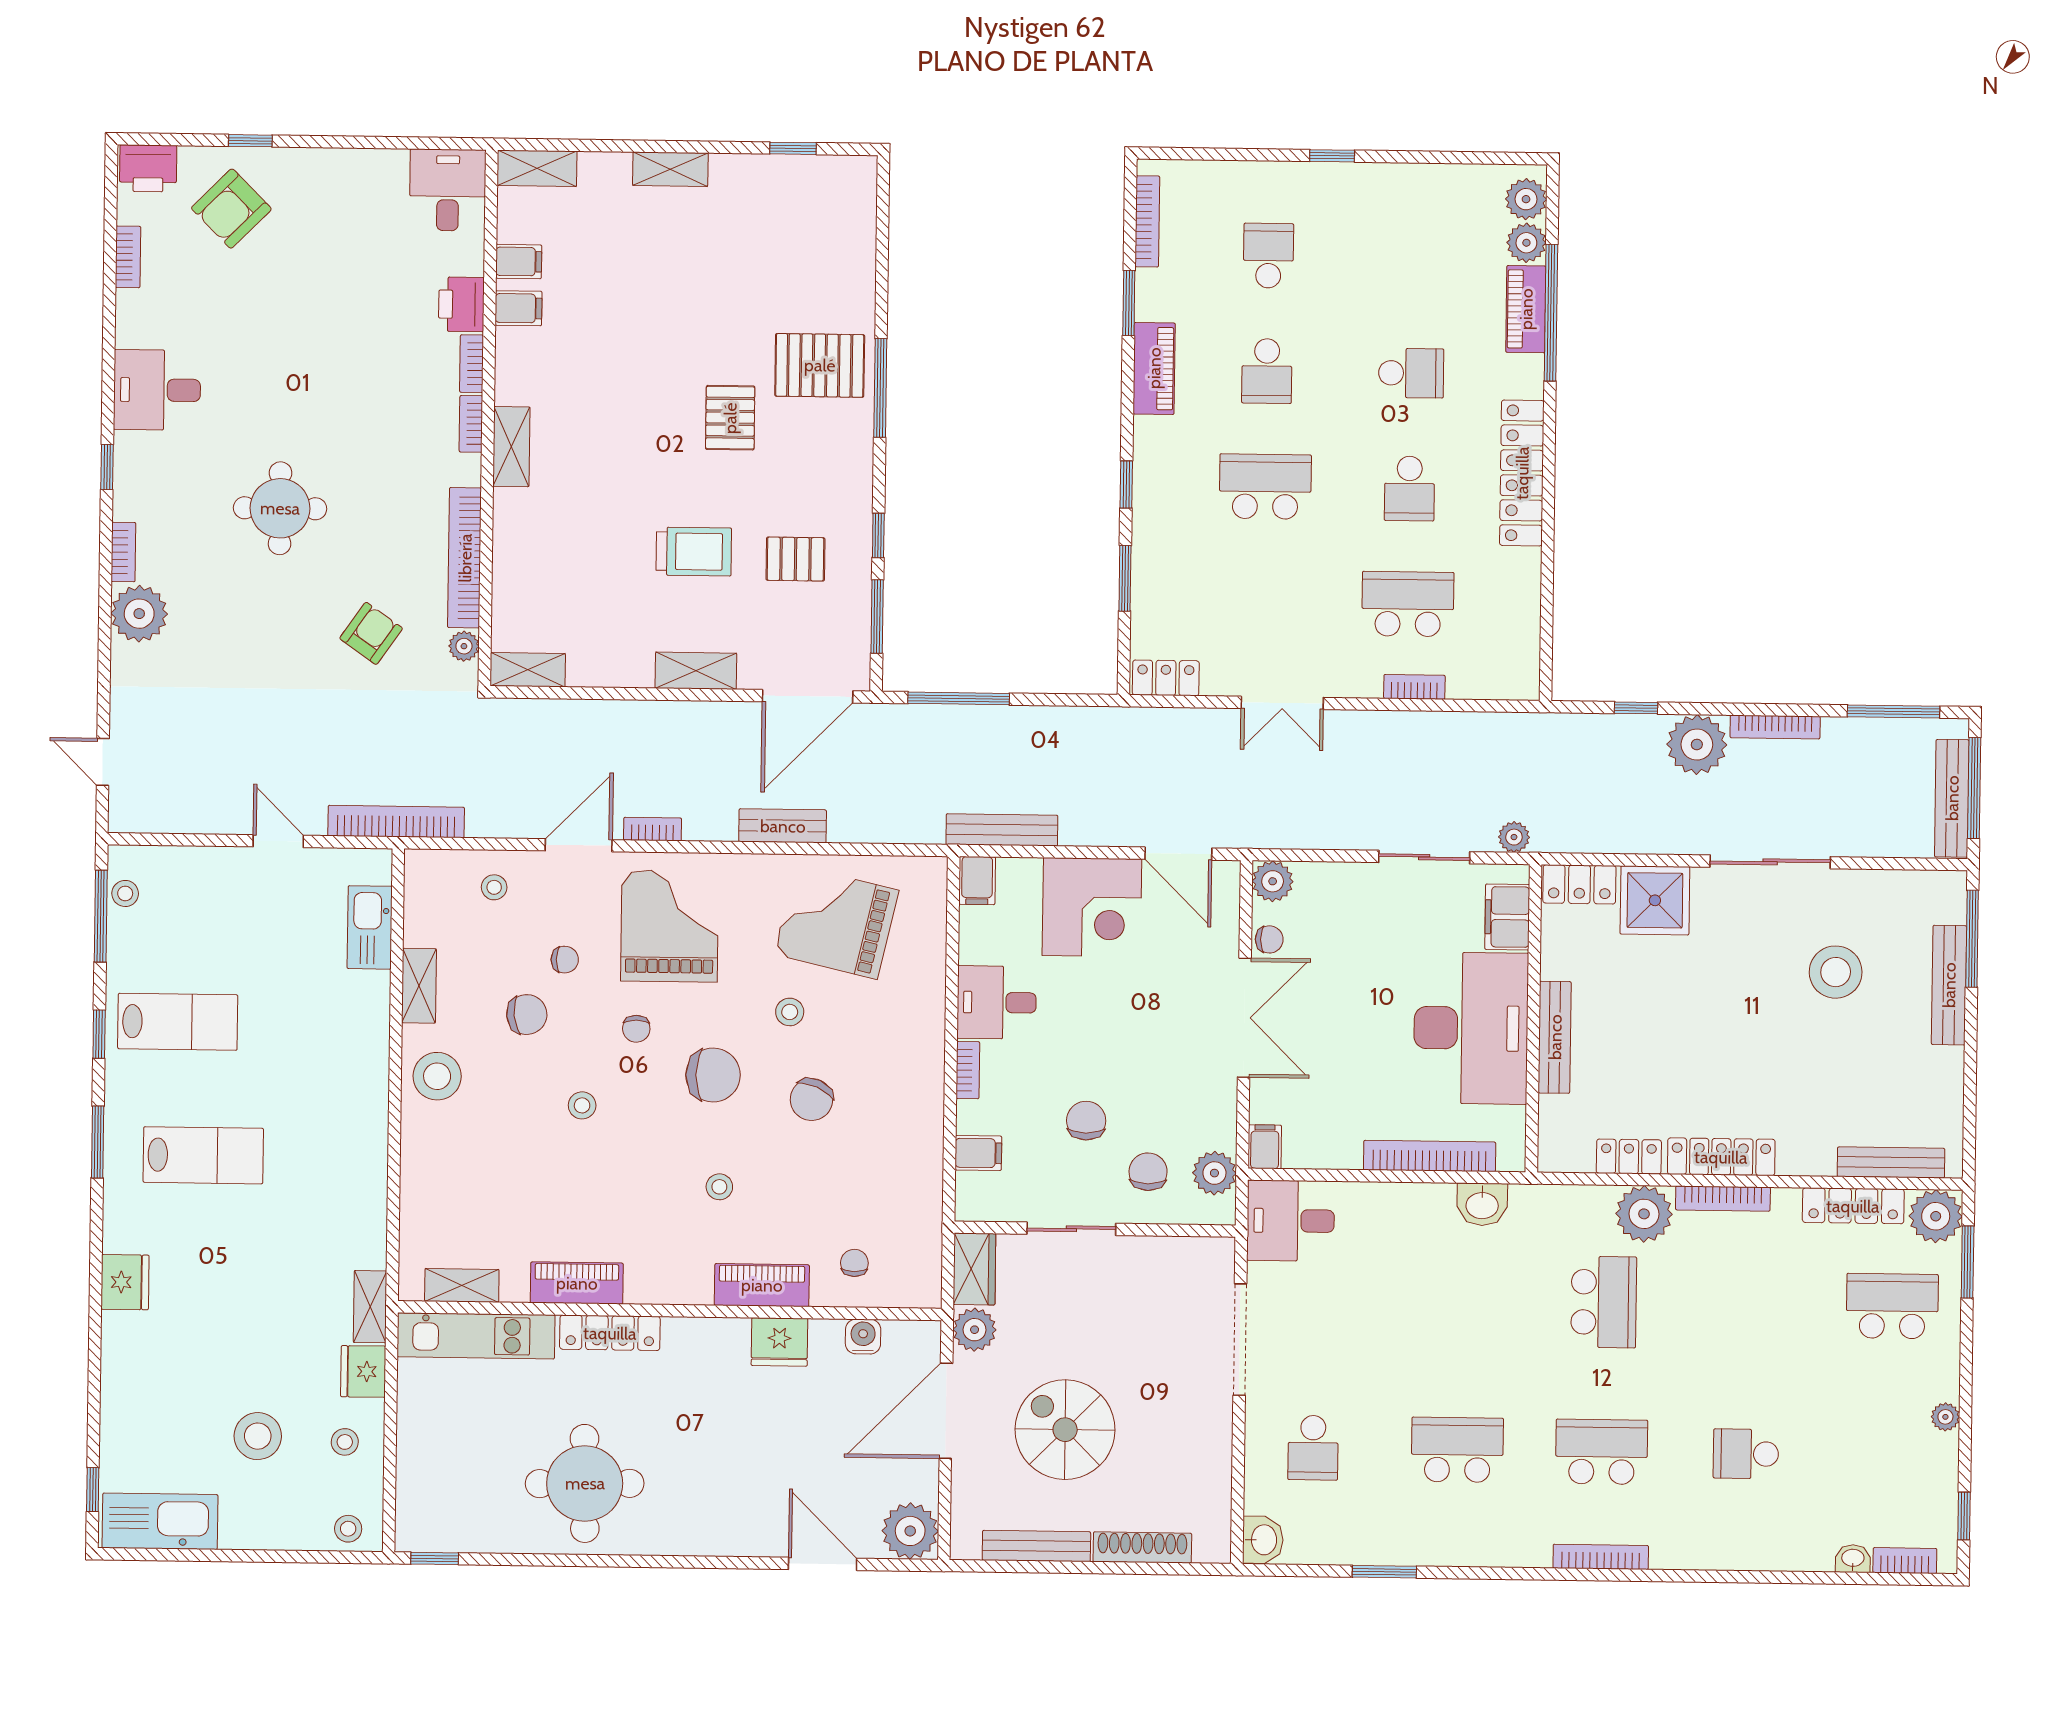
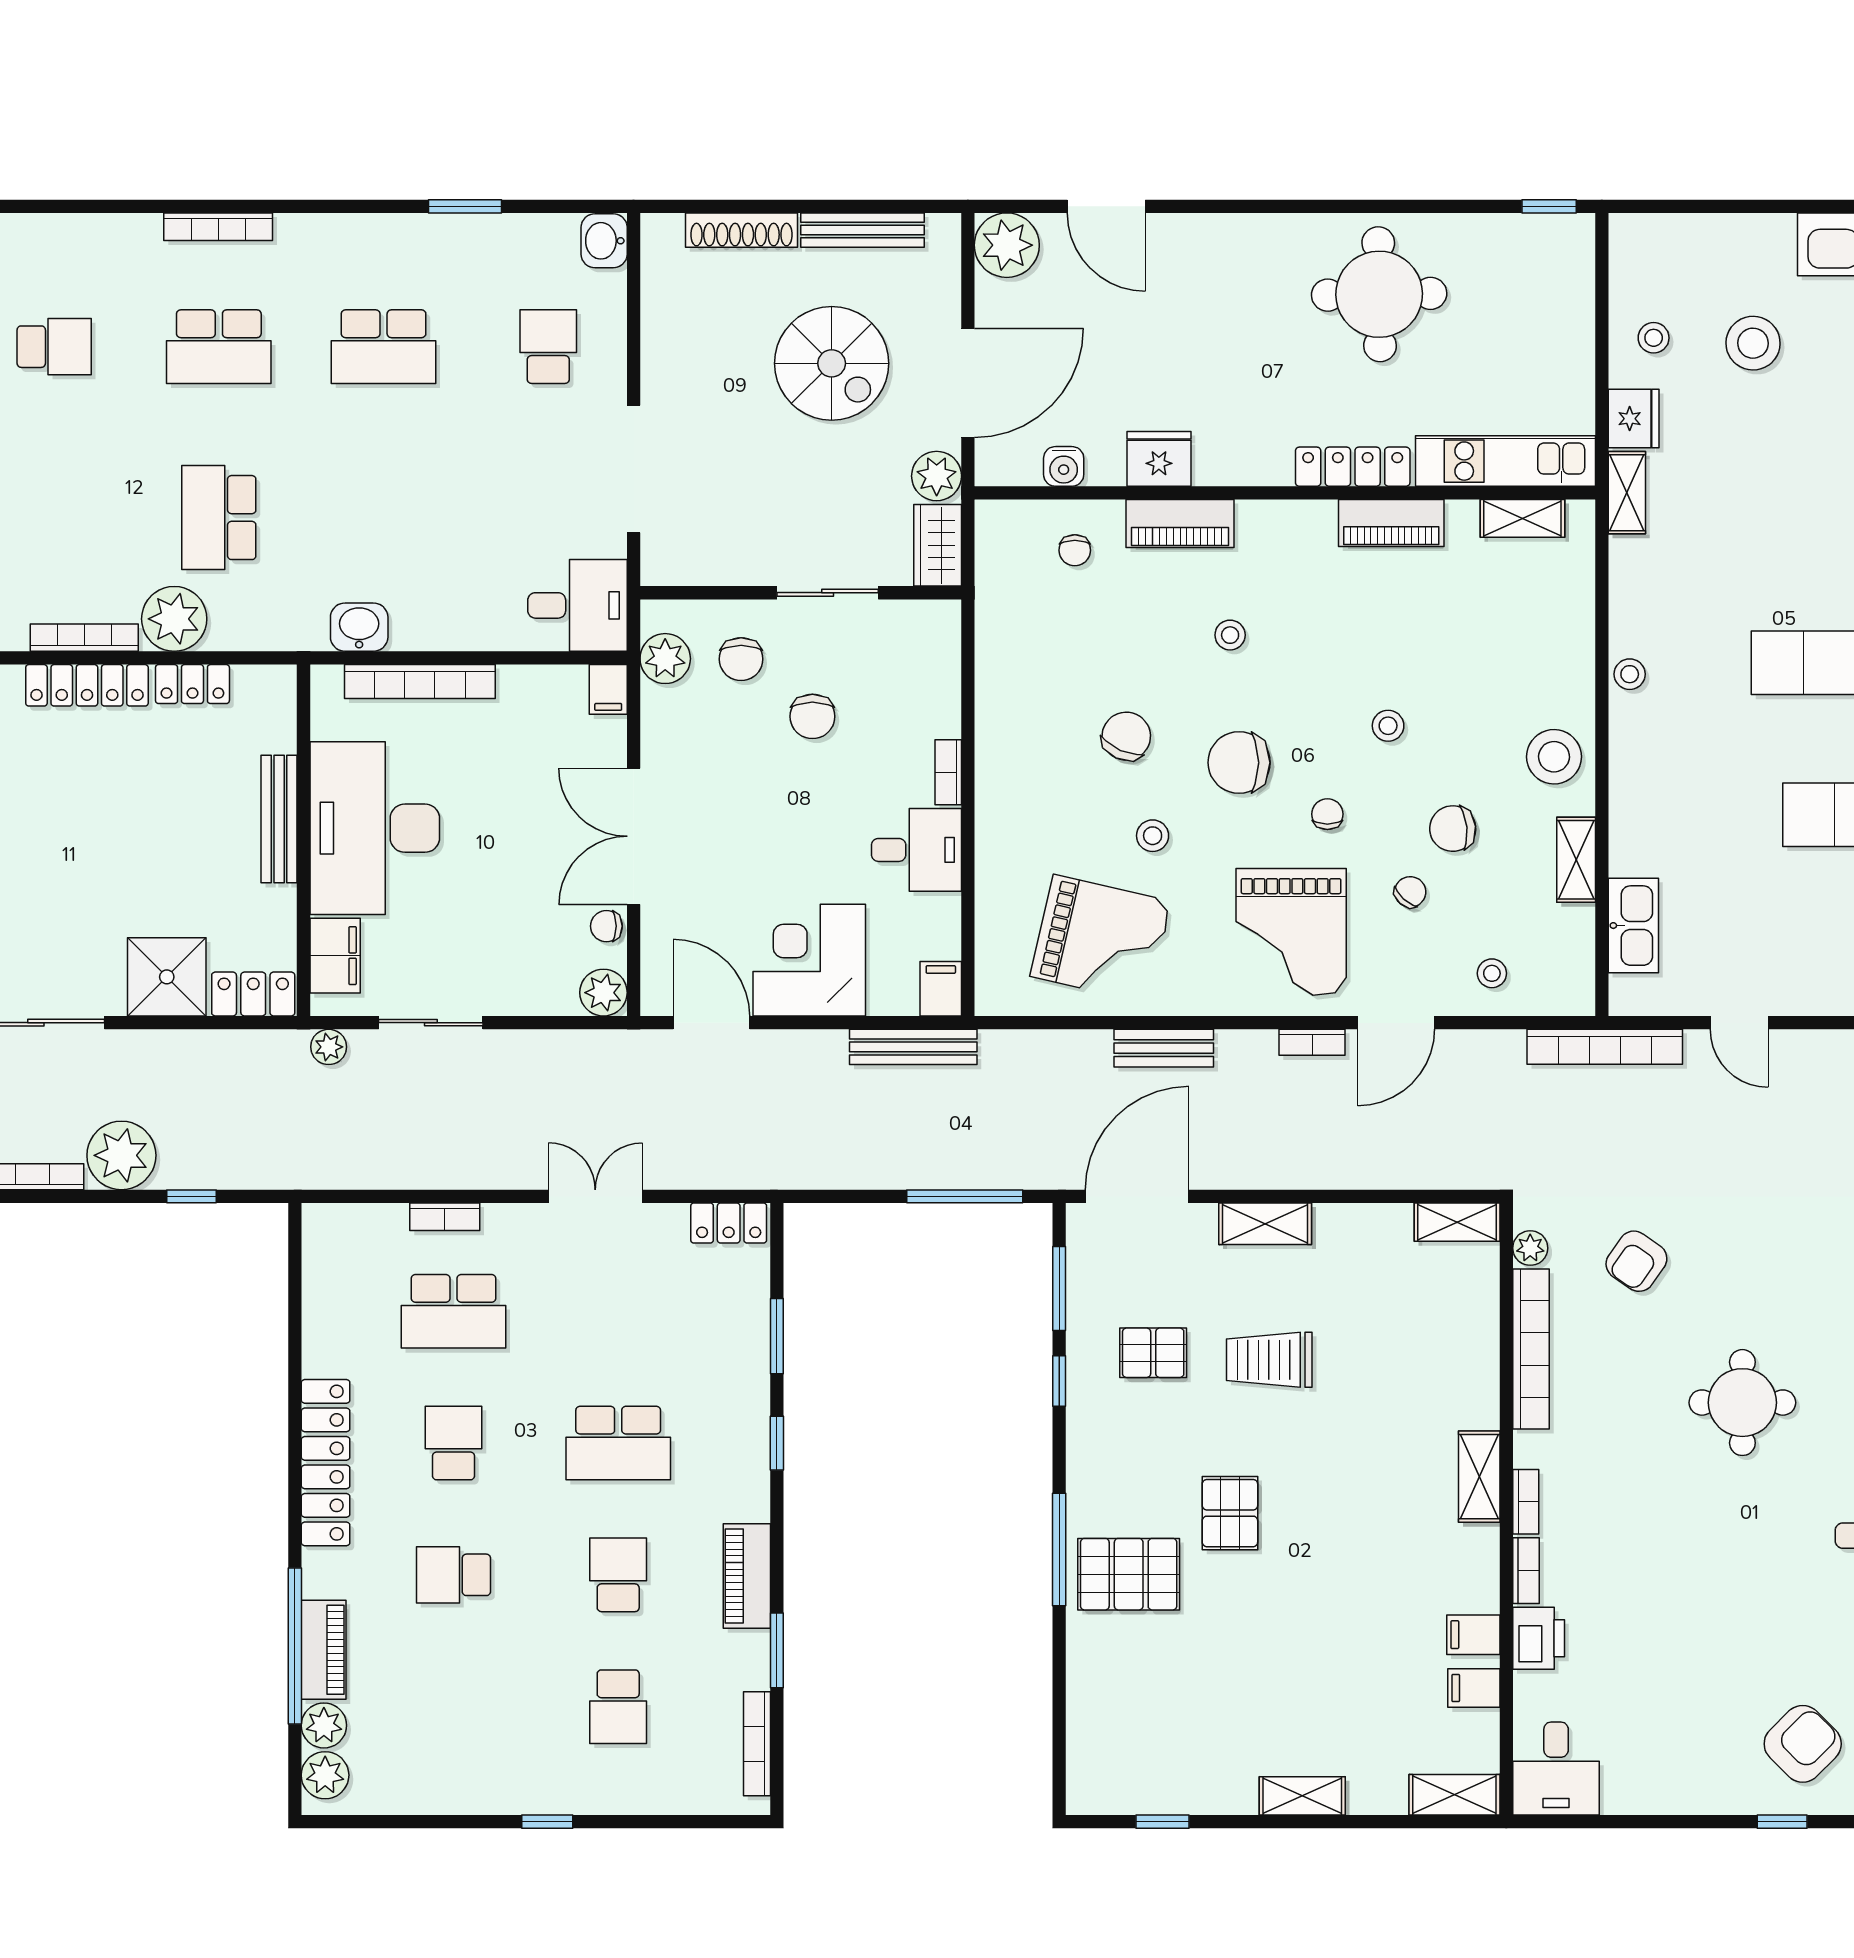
chair: (565, 960) -> (1410, 892), turned 132
filing cabinet: (978, 1153) -> (935, 678), removed
stool: (348, 1529) -> (1630, 674), moved

